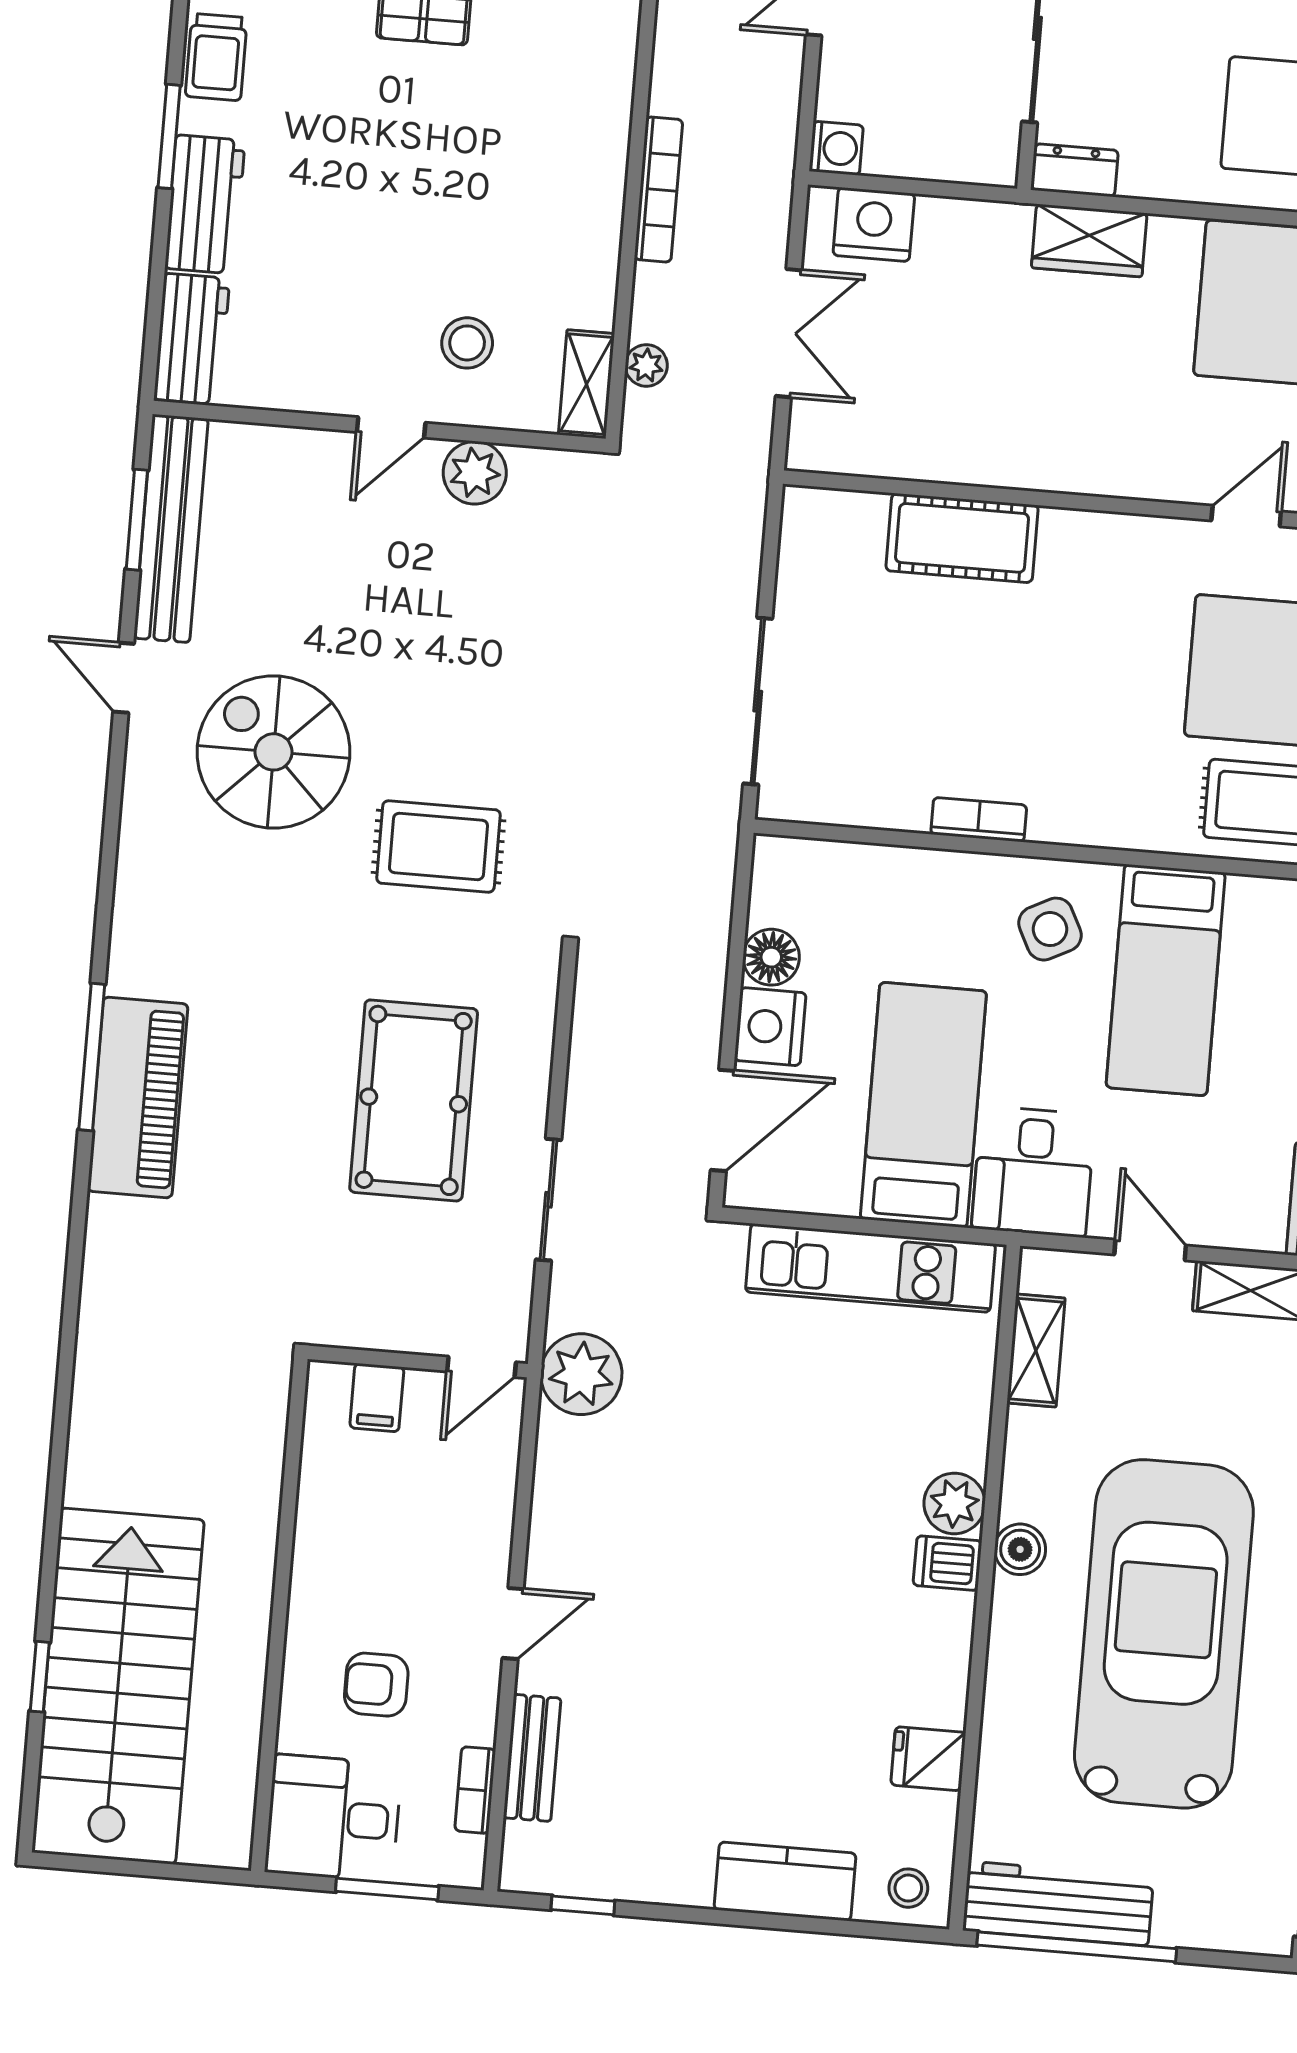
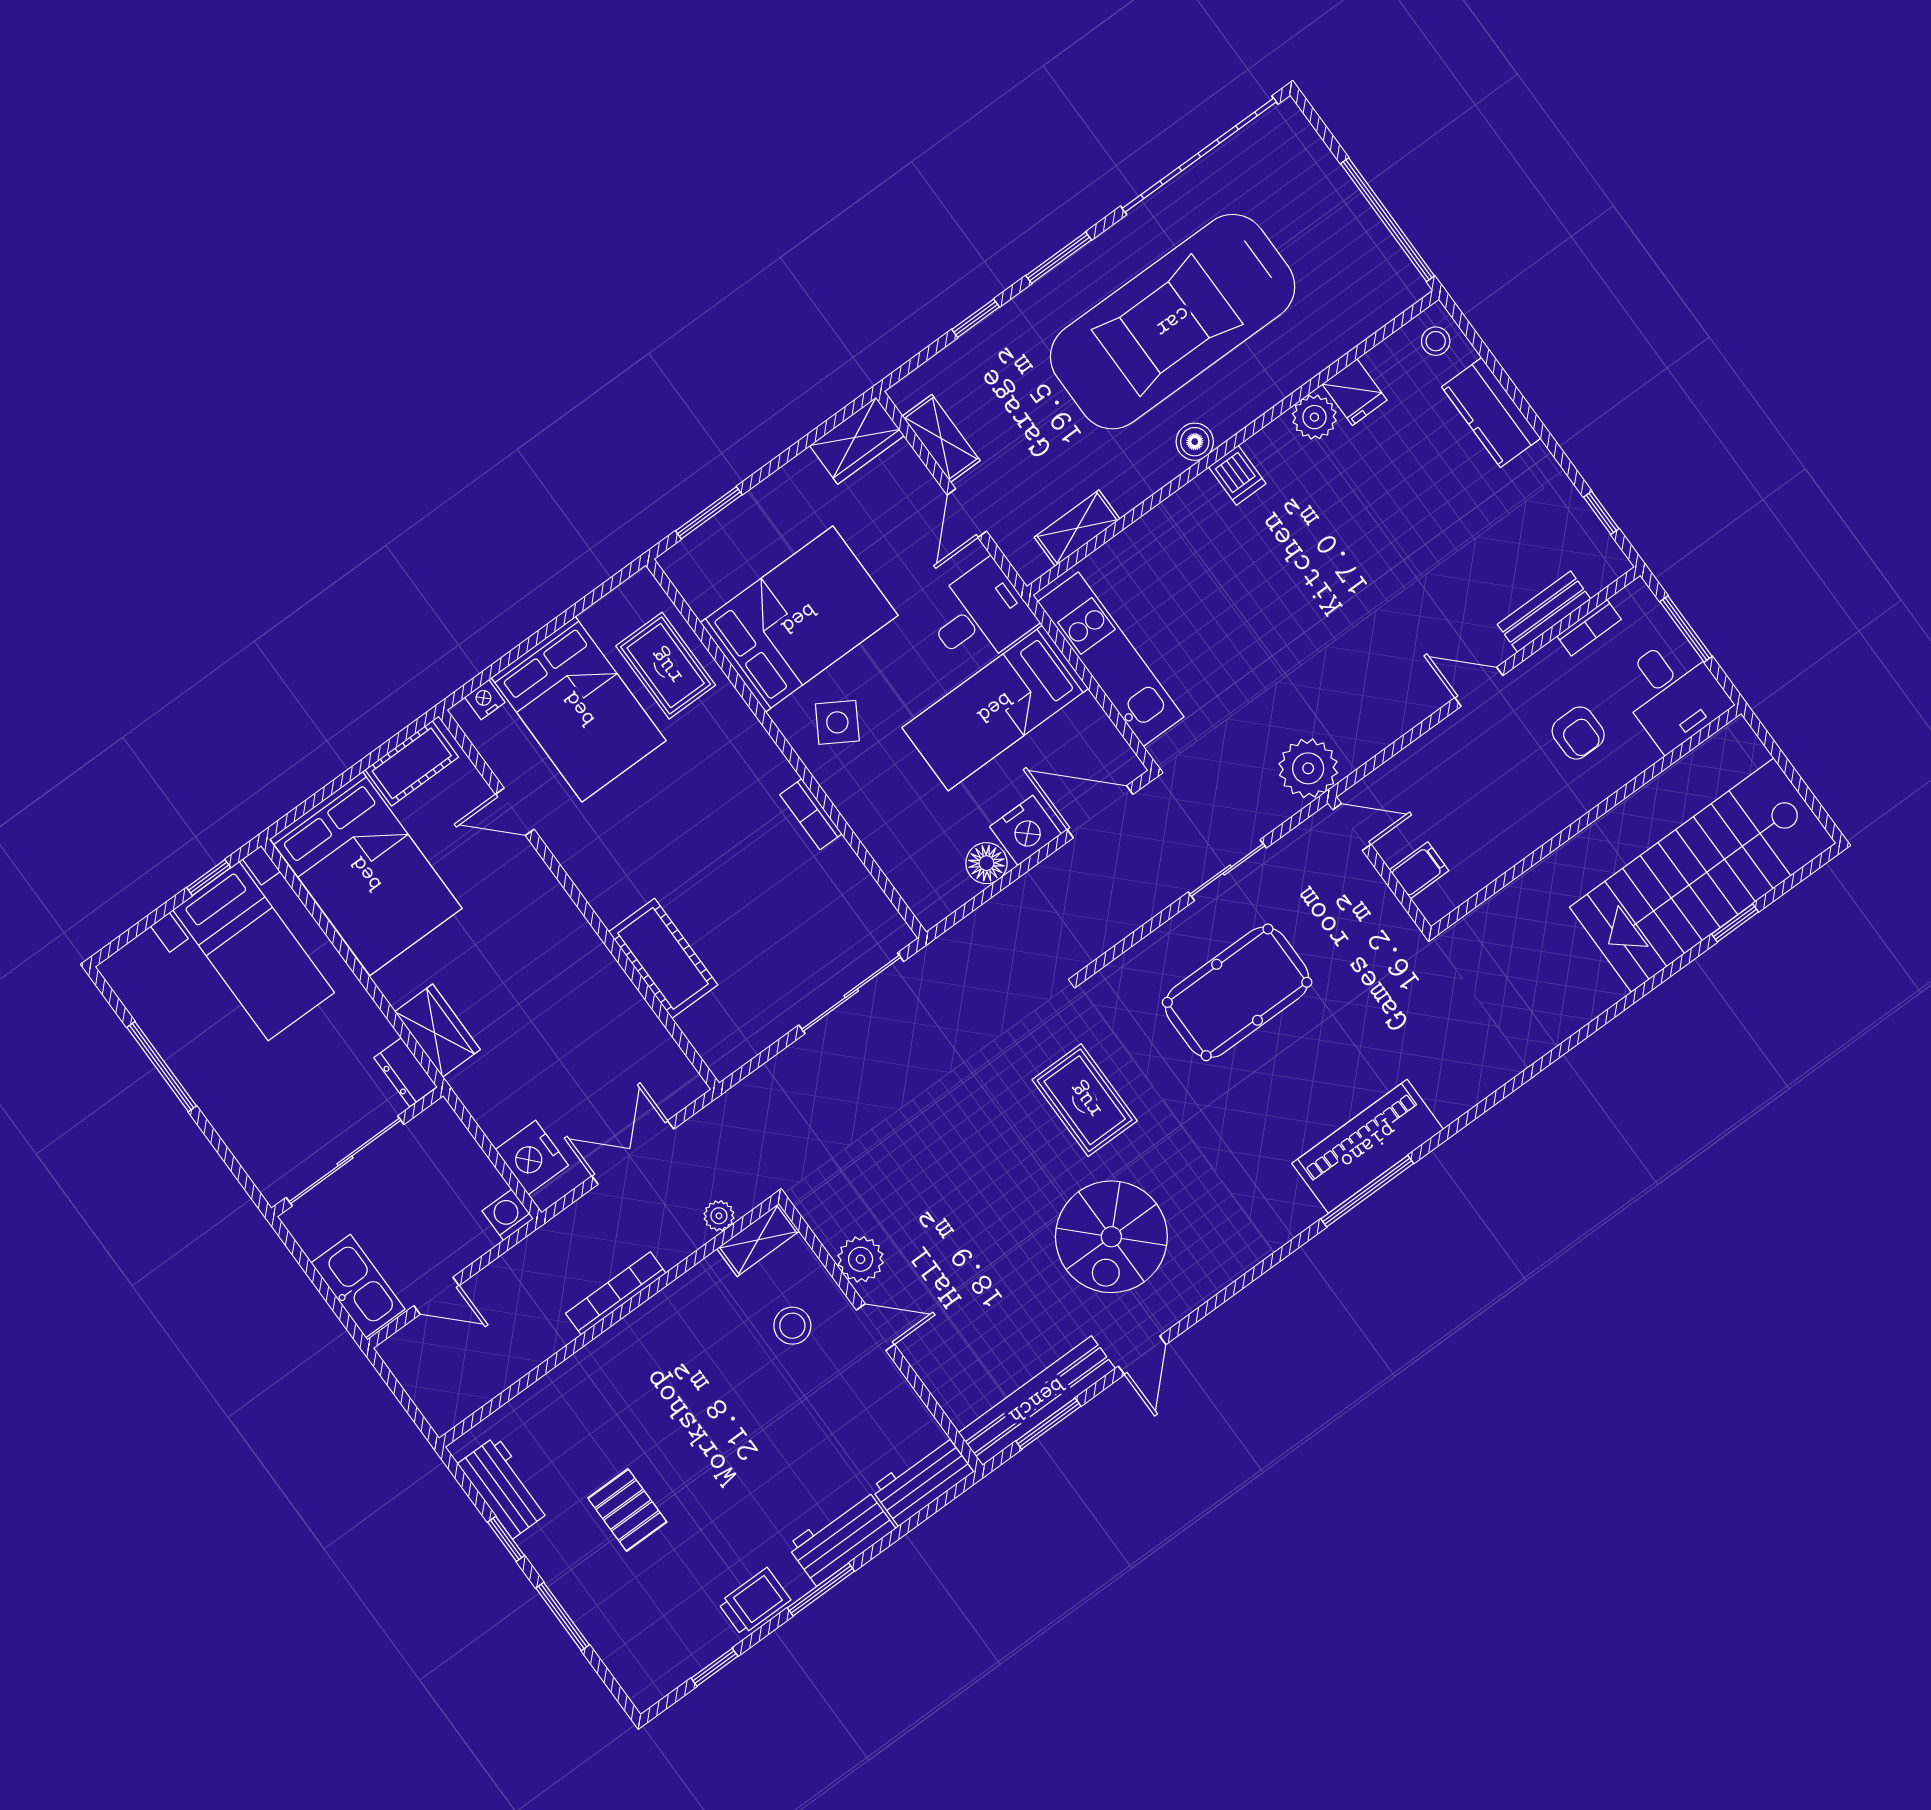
side table: (1050, 929) -> (837, 722), turned -32
bed: (1166, 980) -> (799, 619), width x1.50
plant: (954, 1503) -> (1314, 417), moved
workbench: (1058, 1904) -> (1373, 251), removed

